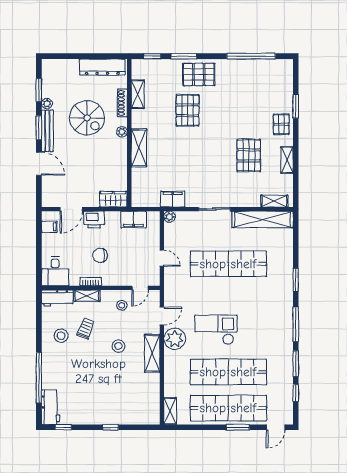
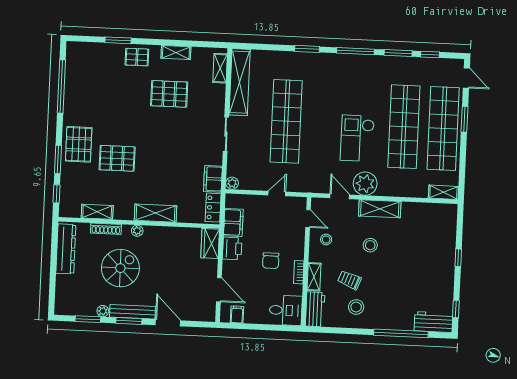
door: (39, 164) -> (168, 323), hinge flipped
locker: (146, 200) -> (213, 208), added
printer: (94, 220) -> (232, 248), moved

